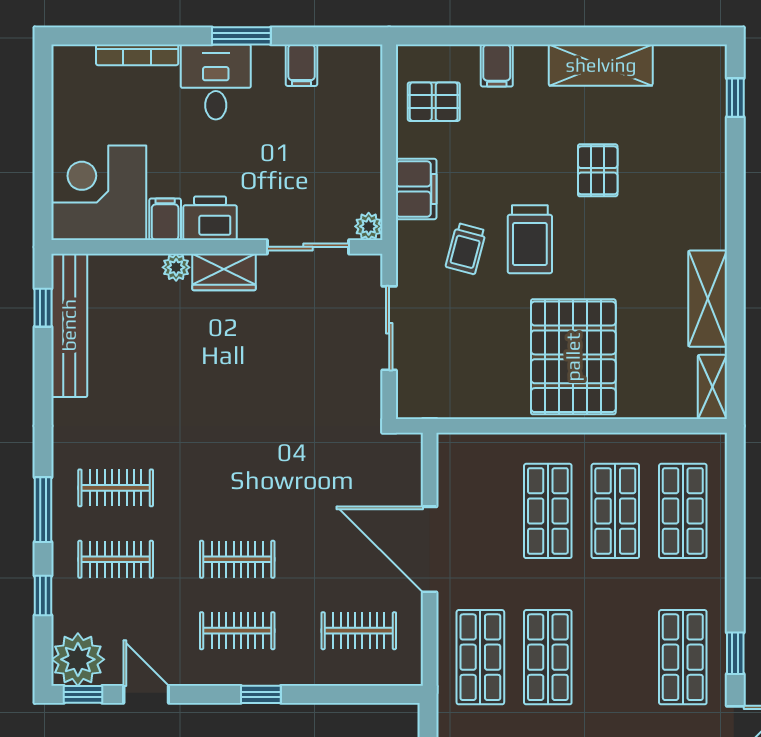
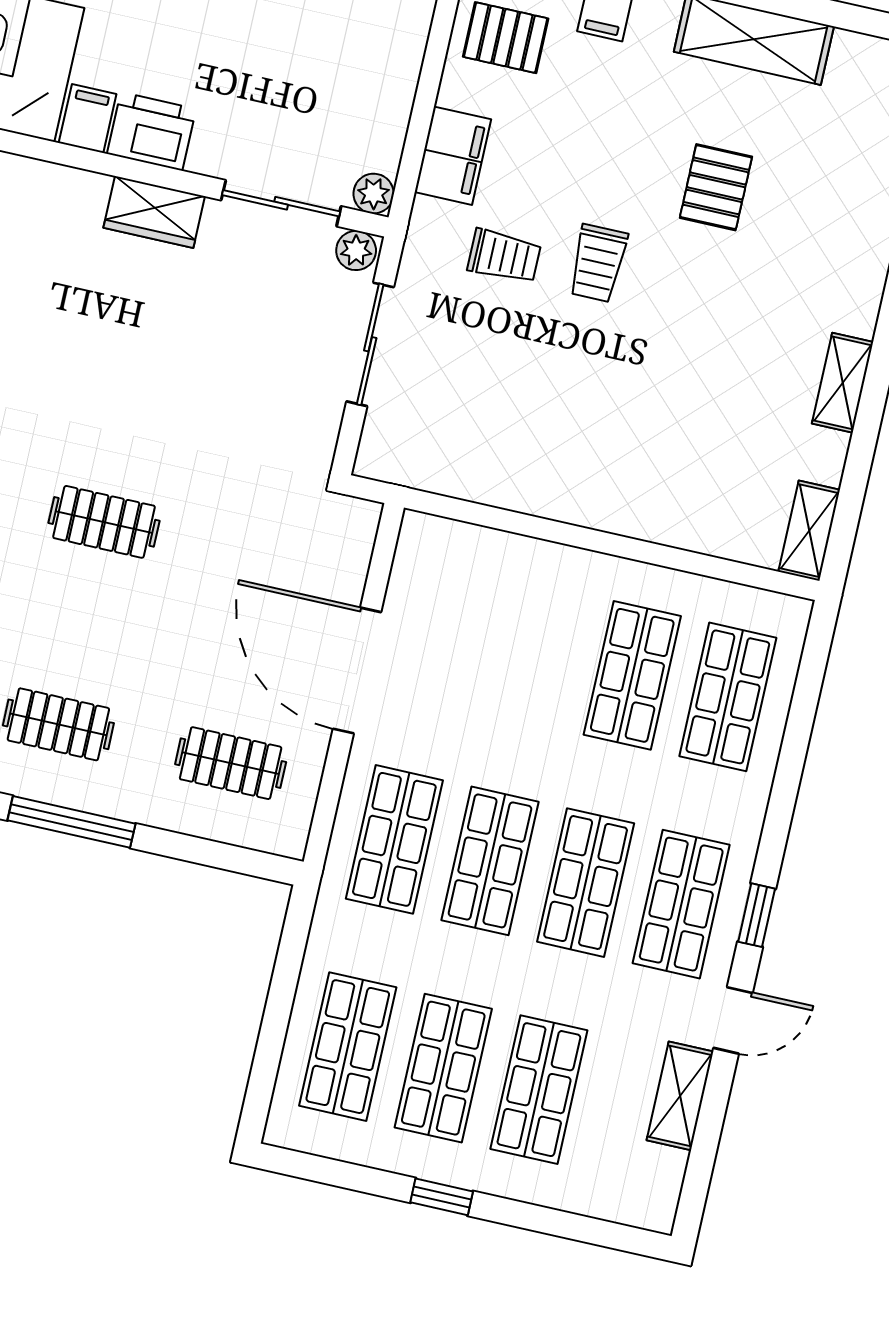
trolley: (530, 239) -> (598, 263), width x0.73, depth x0.72
trolley: (466, 249) -> (504, 256), turned -105
plant: (176, 267) -> (356, 250), moved
shelving: (708, 299) -> (843, 383), width x0.67, depth x0.75
pallet: (573, 357) -> (622, 444), removed
shop shelf: (548, 511) -> (586, 883), moved
clothes rail: (237, 559) -> (104, 522), moved
window: (261, 694) -> (71, 822), width x2.17

